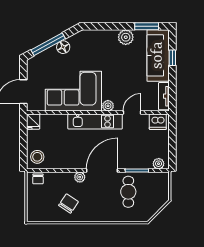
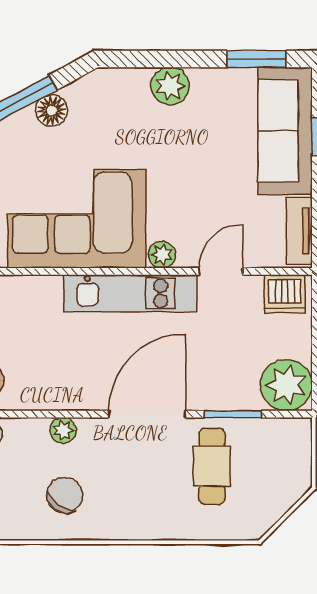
plant: (126, 37) -> (170, 86), moved
plant: (159, 164) -> (286, 385), width x1.88, depth x1.88
plant: (80, 177) -> (63, 430), moved

